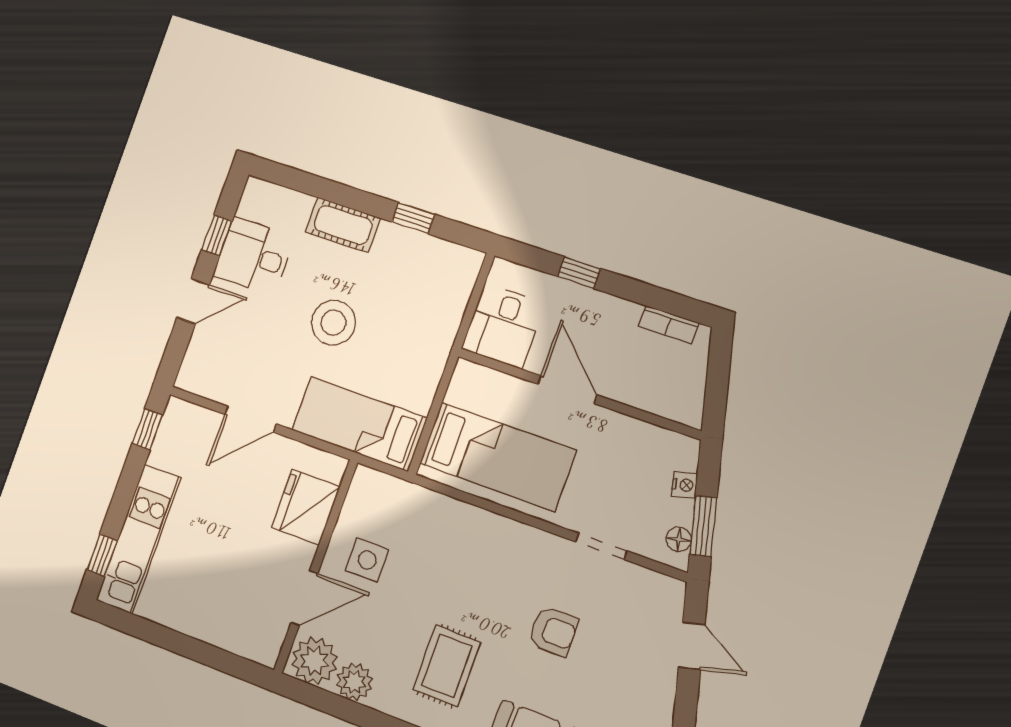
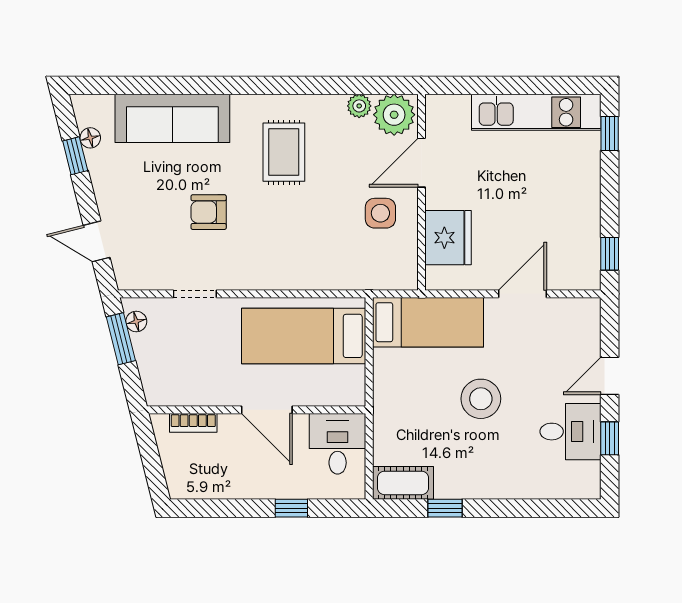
cot: (343, 225) -> (403, 483), moved
bookcase: (669, 325) -> (193, 423), moved, turned 180
nightstand: (685, 485) -> (147, 366), removed
kitchen unit: (138, 539) -> (536, 112), moved, turned -90
plant: (354, 682) -> (359, 106), width x0.73, depth x0.73

